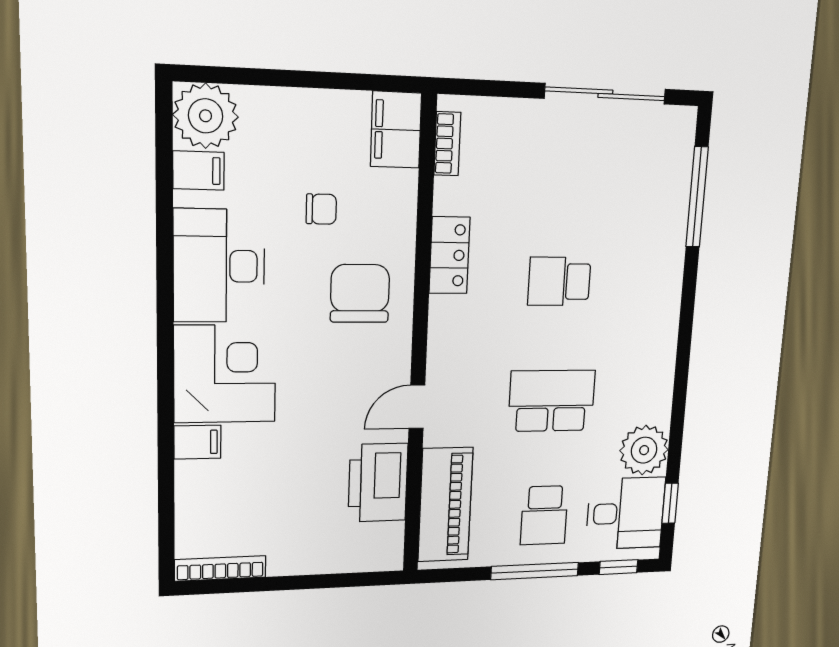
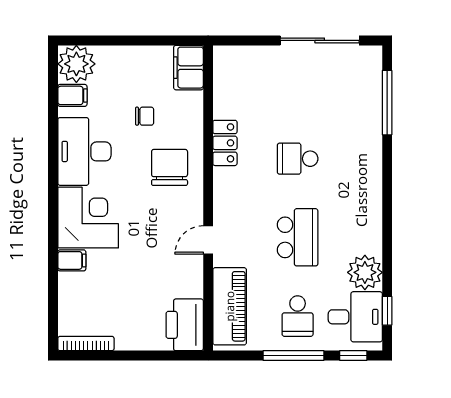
bookcase: (447, 144) -> (220, 75), removed
school desk: (552, 401) -> (298, 237), turned 90
printer: (378, 483) -> (185, 325), moved

